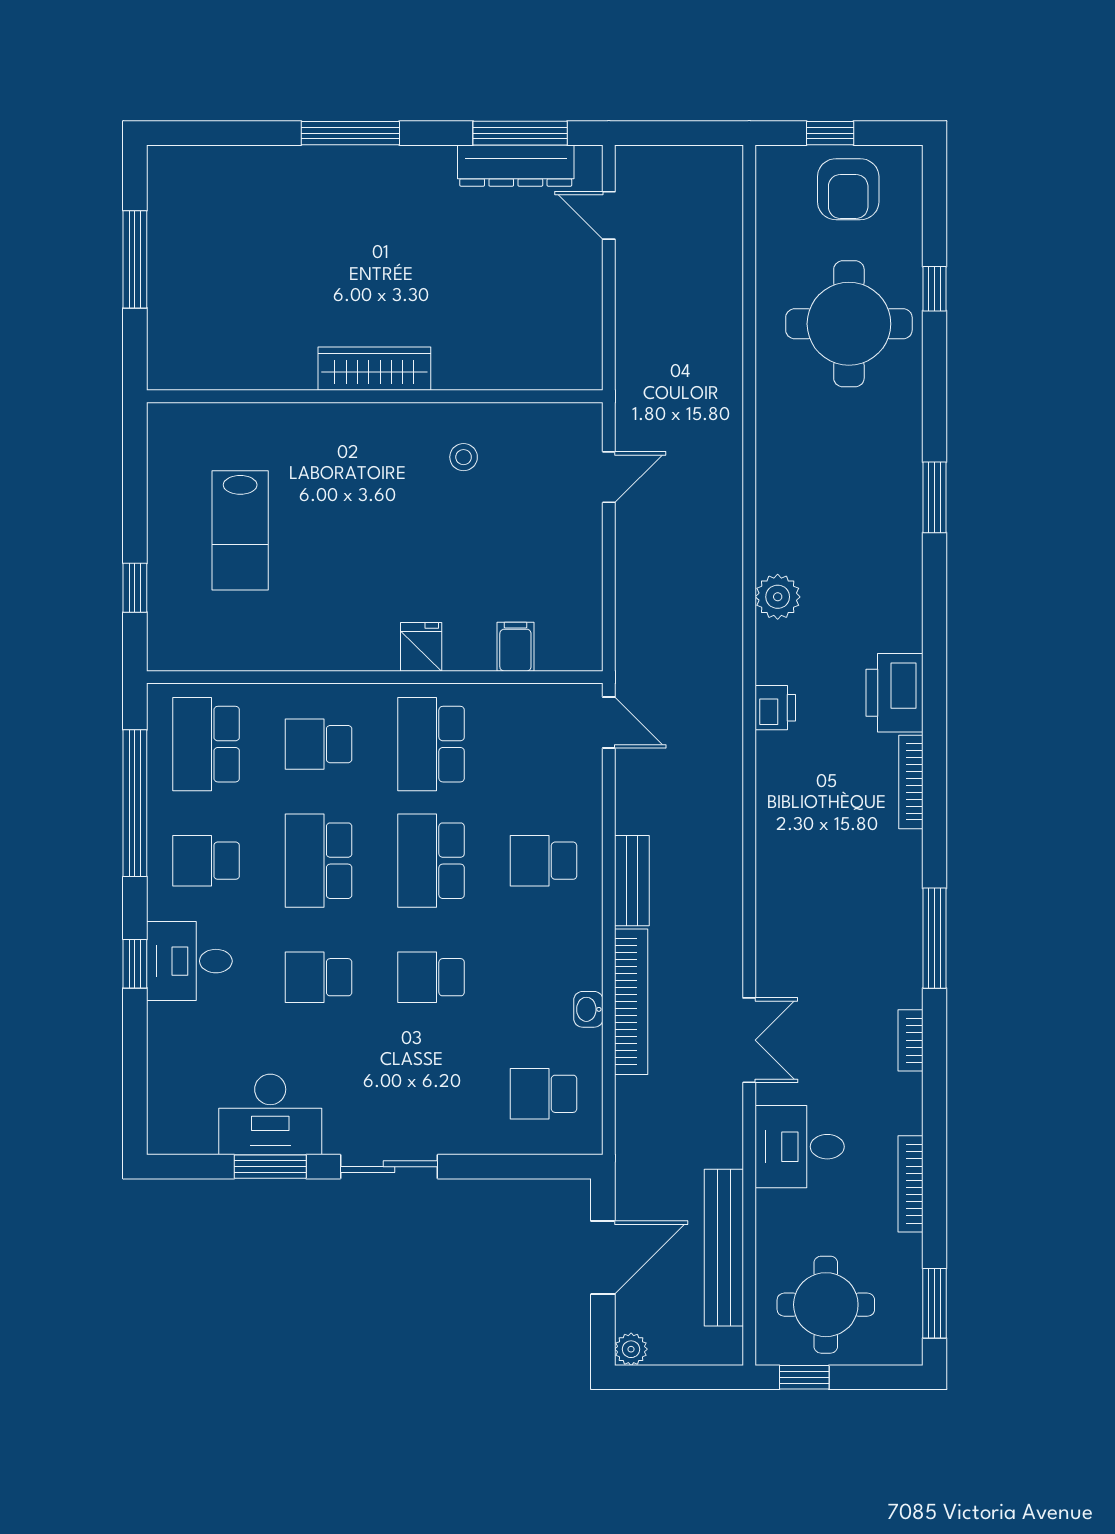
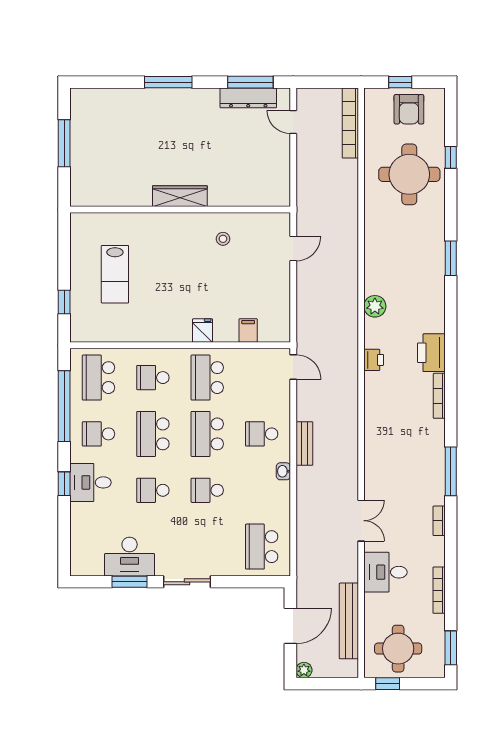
bookcase: (631, 1002) -> (350, 123), moved, turned 180
washbasin: (588, 1009) -> (283, 471), moved
school desk: (543, 1094) -> (262, 547), width x1.85

